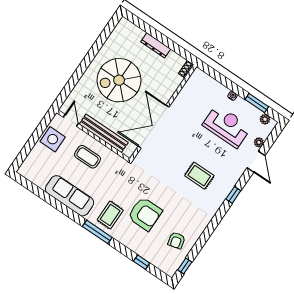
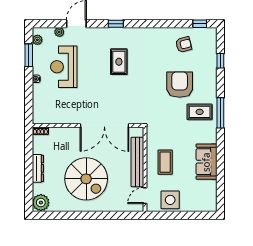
plant: (125, 28) -> (41, 203), added
sofa: (70, 196) -> (206, 162), width x0.73

